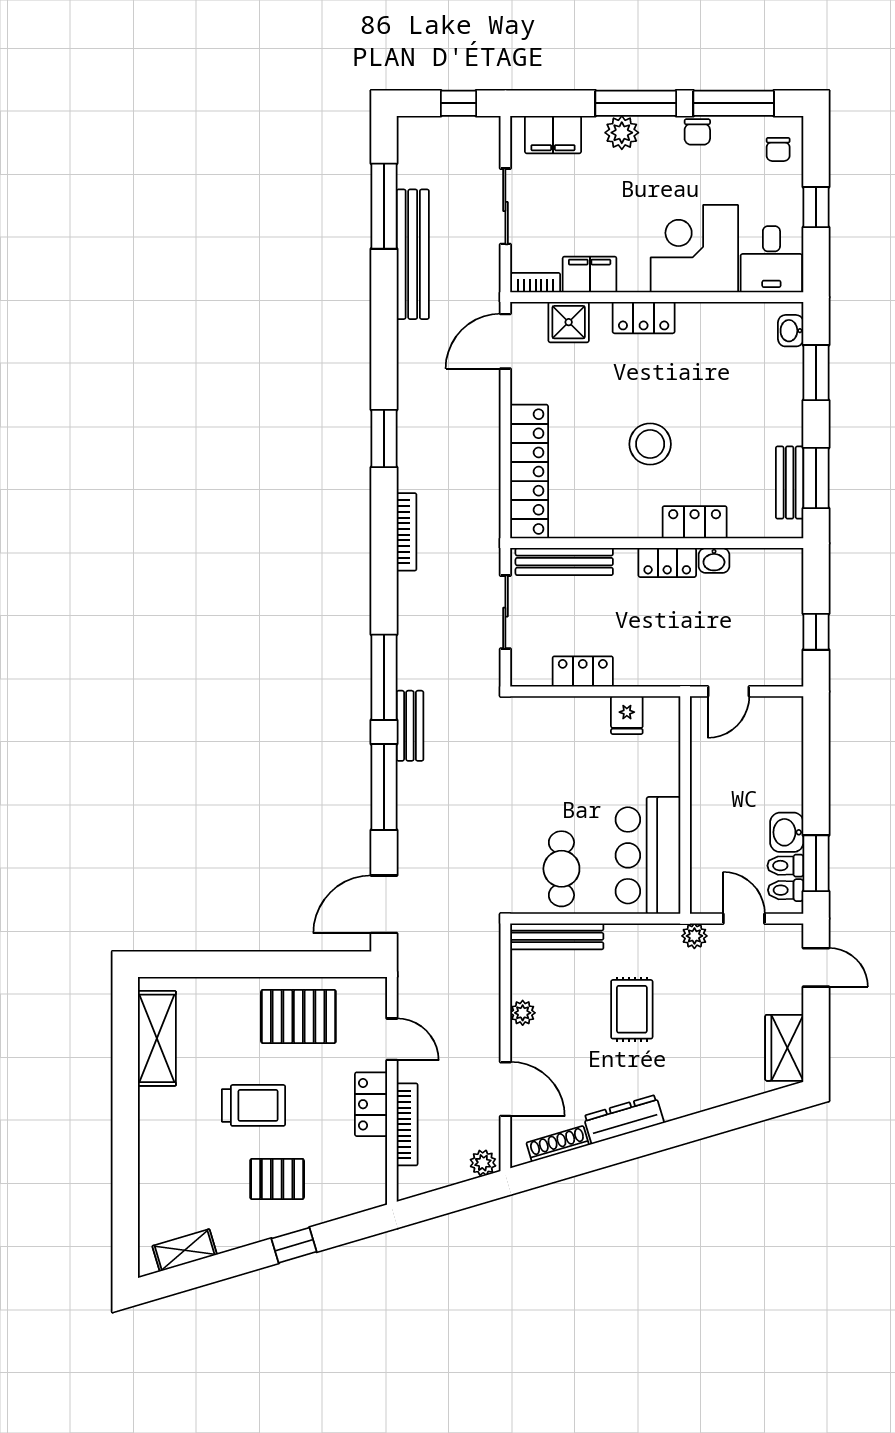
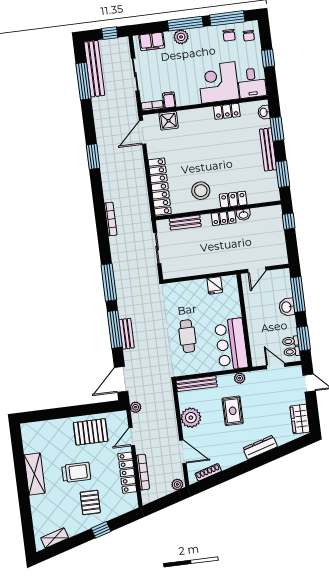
chair: (697, 132) -> (229, 35), moved
bench: (413, 254) -> (94, 69), moved
filing cabinet: (590, 275) -> (169, 100), width x0.50
locker: (644, 318) -> (227, 111), moved
window: (384, 438) -> (93, 157), moved
stool: (650, 444) -> (201, 191), moved
bench: (790, 483) -> (268, 149), moved, width x1.36
bench: (564, 562) -> (185, 223), width x0.73
window: (816, 632) -> (289, 221), moved
locker: (583, 671) -> (193, 269), removed
bench: (410, 726) -> (127, 334), moved
window: (816, 760) -> (298, 294), added
washbasin: (787, 832) -> (287, 307), moved
cafe table: (561, 869) -> (187, 336), moved
plant: (694, 936) -> (240, 378), moved
plant: (409, 973) -> (136, 407), added
plant: (523, 1013) -> (191, 418), width x1.87, depth x1.87
shelving: (157, 1038) -> (35, 474), moved
door: (392, 1039) -> (132, 437), swing flipped
locker: (371, 1104) -> (127, 473), width x1.53
dresser: (624, 1119) -> (260, 447), moved
pallet: (277, 1179) -> (90, 502), turned 90

